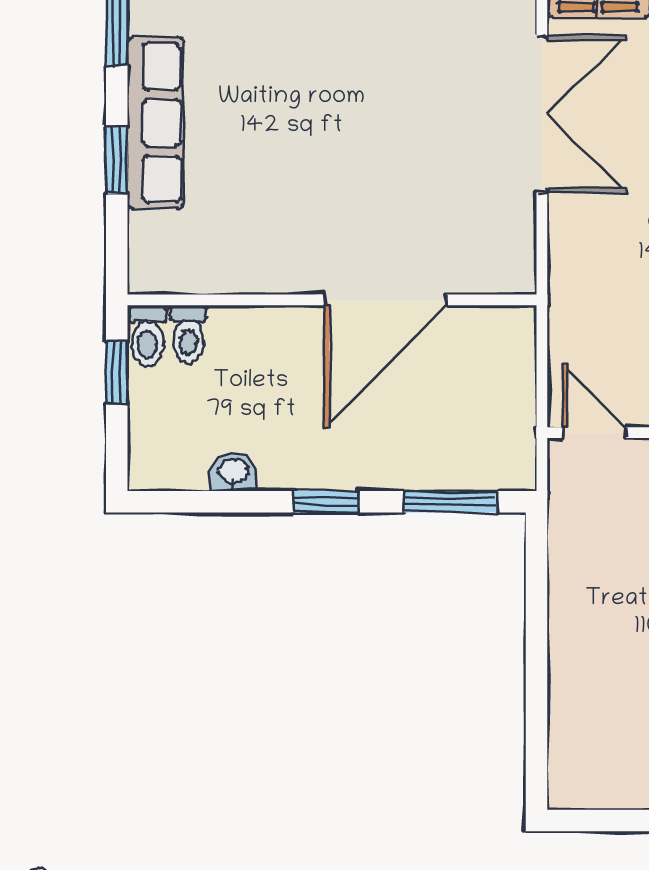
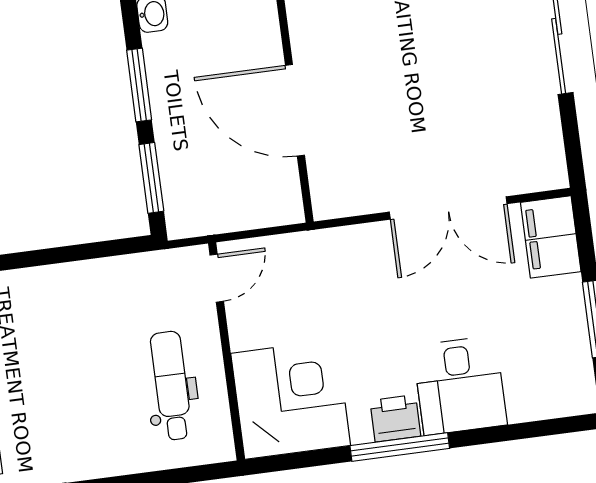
window: (325, 502) -> (139, 85), width x1.50

